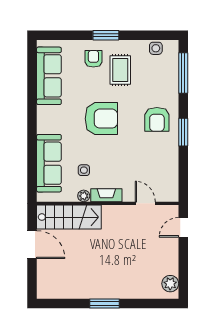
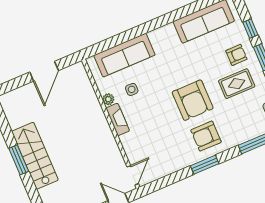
window: (74, 35) -> (250, 29), added
armchair: (101, 119) -> (193, 100), moved
door: (145, 203) -> (133, 175), moved
stairs: (69, 217) -> (35, 156), moved, turned 180

